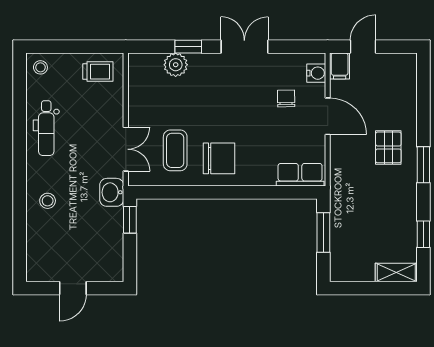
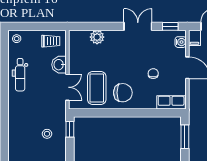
window: (188, 47) -> (170, 26), moved
chair: (286, 98) -> (153, 74), moved
coffee table: (175, 150) -> (97, 88), width x1.36, depth x1.32
washbasin: (112, 192) -> (59, 65), moved
stool: (48, 201) -> (47, 134), moved

